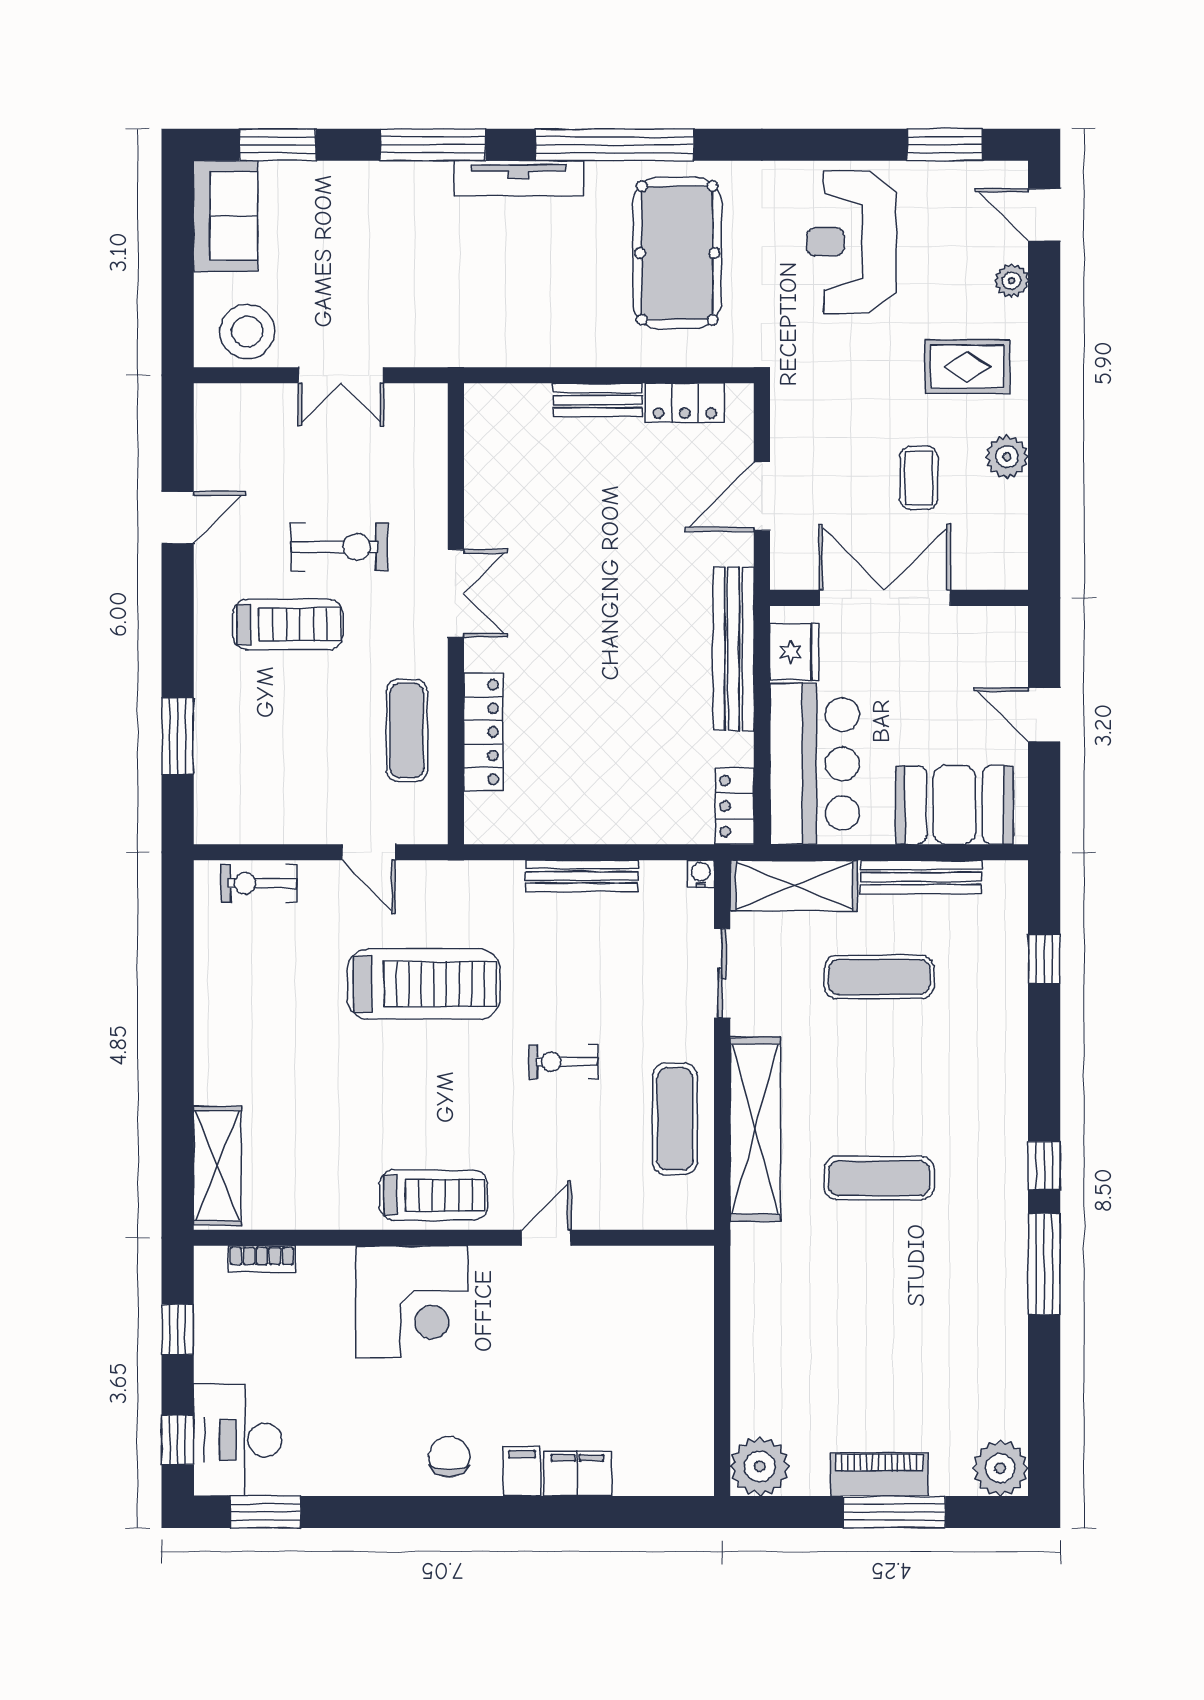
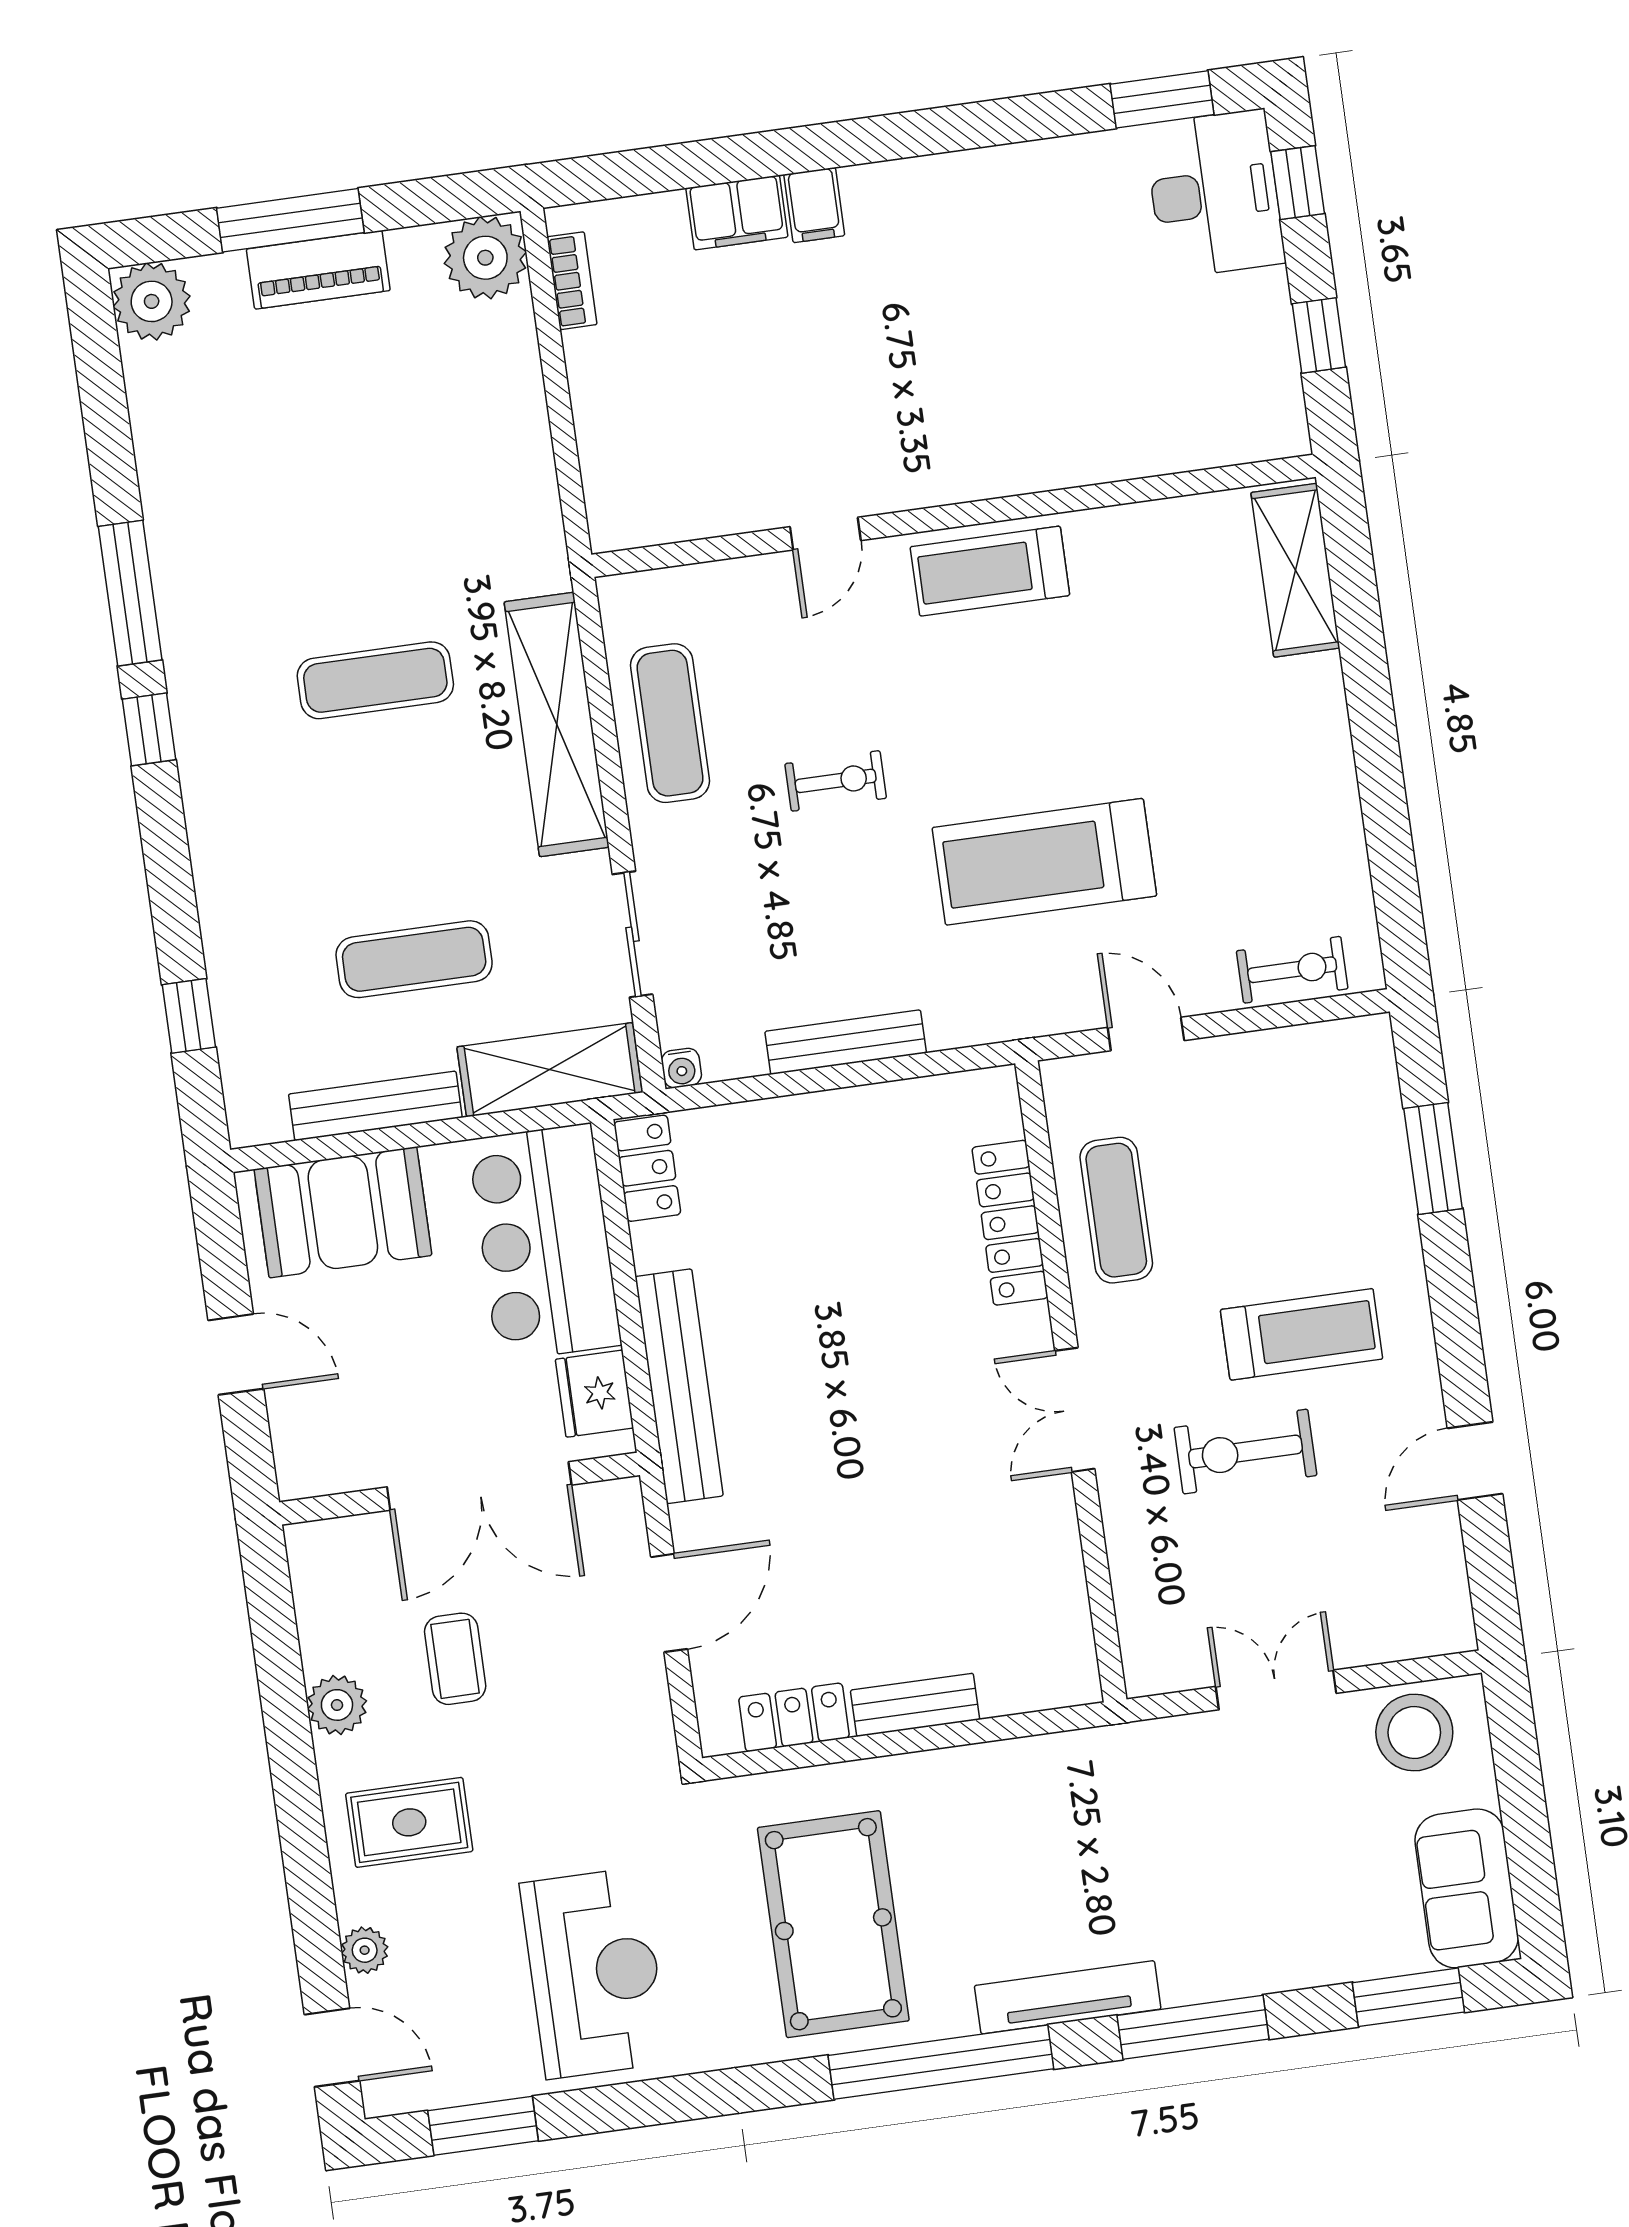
treadmill: (288, 624) -> (1302, 1334), turned 180
bookcase: (262, 1259) -> (572, 281), moved, turned 90
corner desk: (412, 1302) -> (1000, 419), removed
chair: (449, 1457) -> (918, 211), removed

